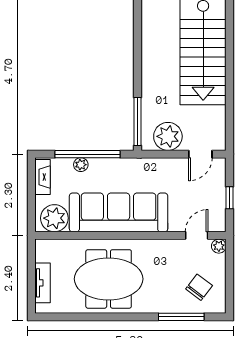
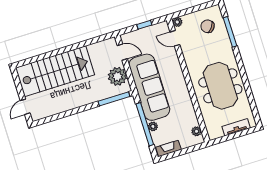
sofa: (119, 212) -> (149, 87), moved, turned 180
plant: (54, 218) -> (196, 131), width x0.53, depth x0.53

